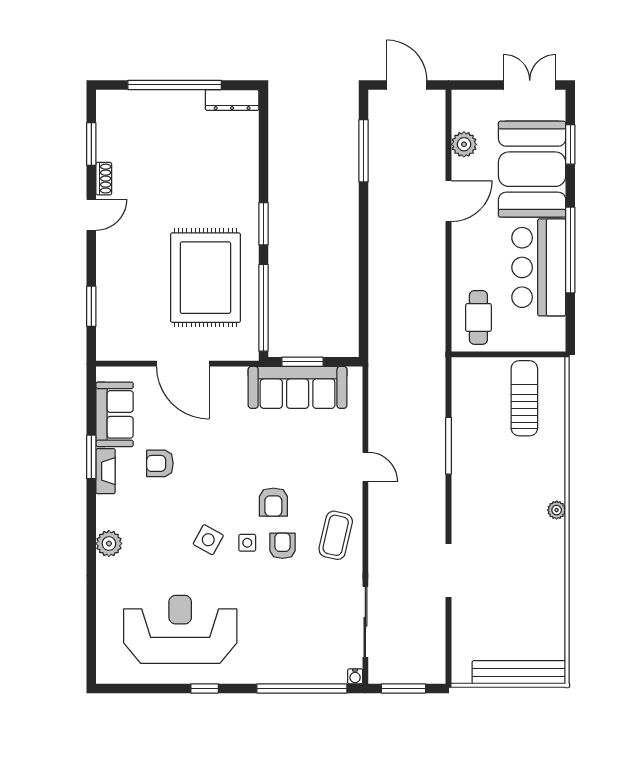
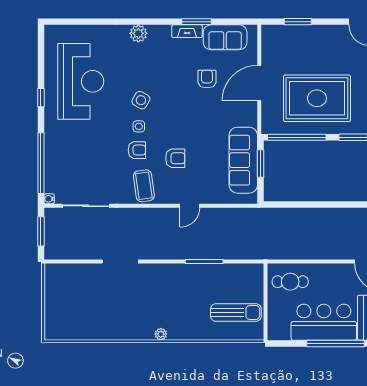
armchair: (160, 463) -> (207, 79), moved
armchair: (273, 502) -> (175, 158), moved, turned 180
coffee table: (336, 535) -> (144, 186), turned 69
bench: (519, 672) -> (52, 309), removed

